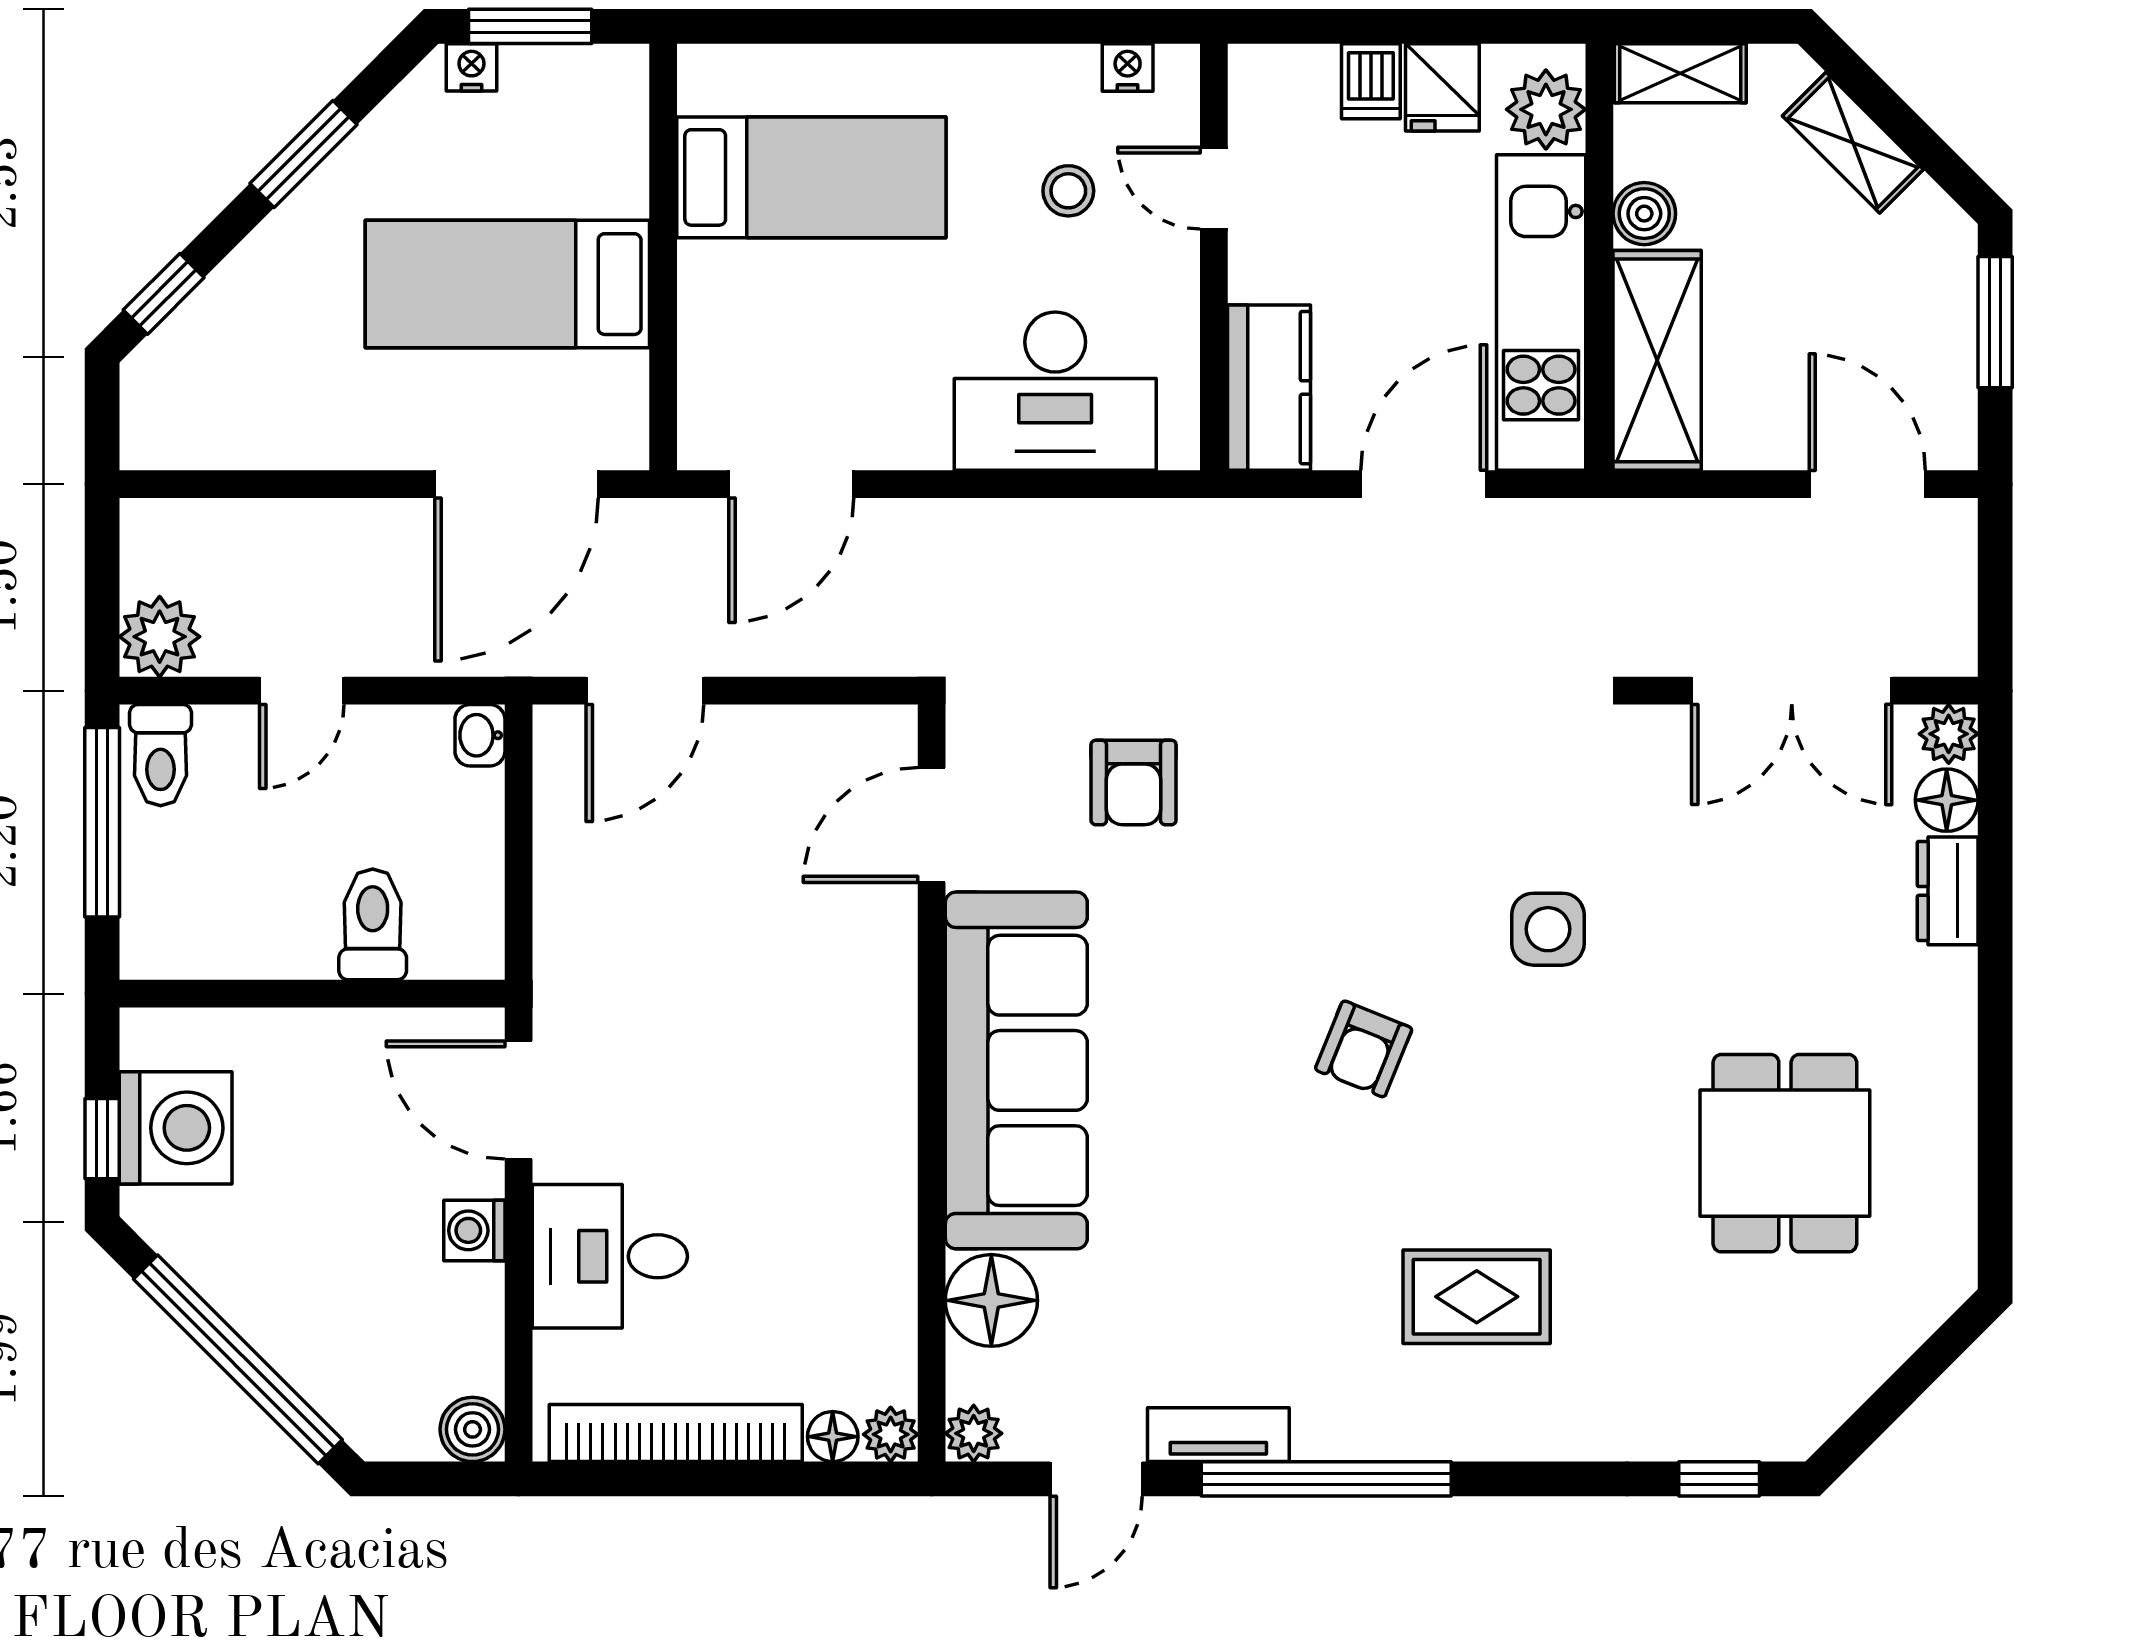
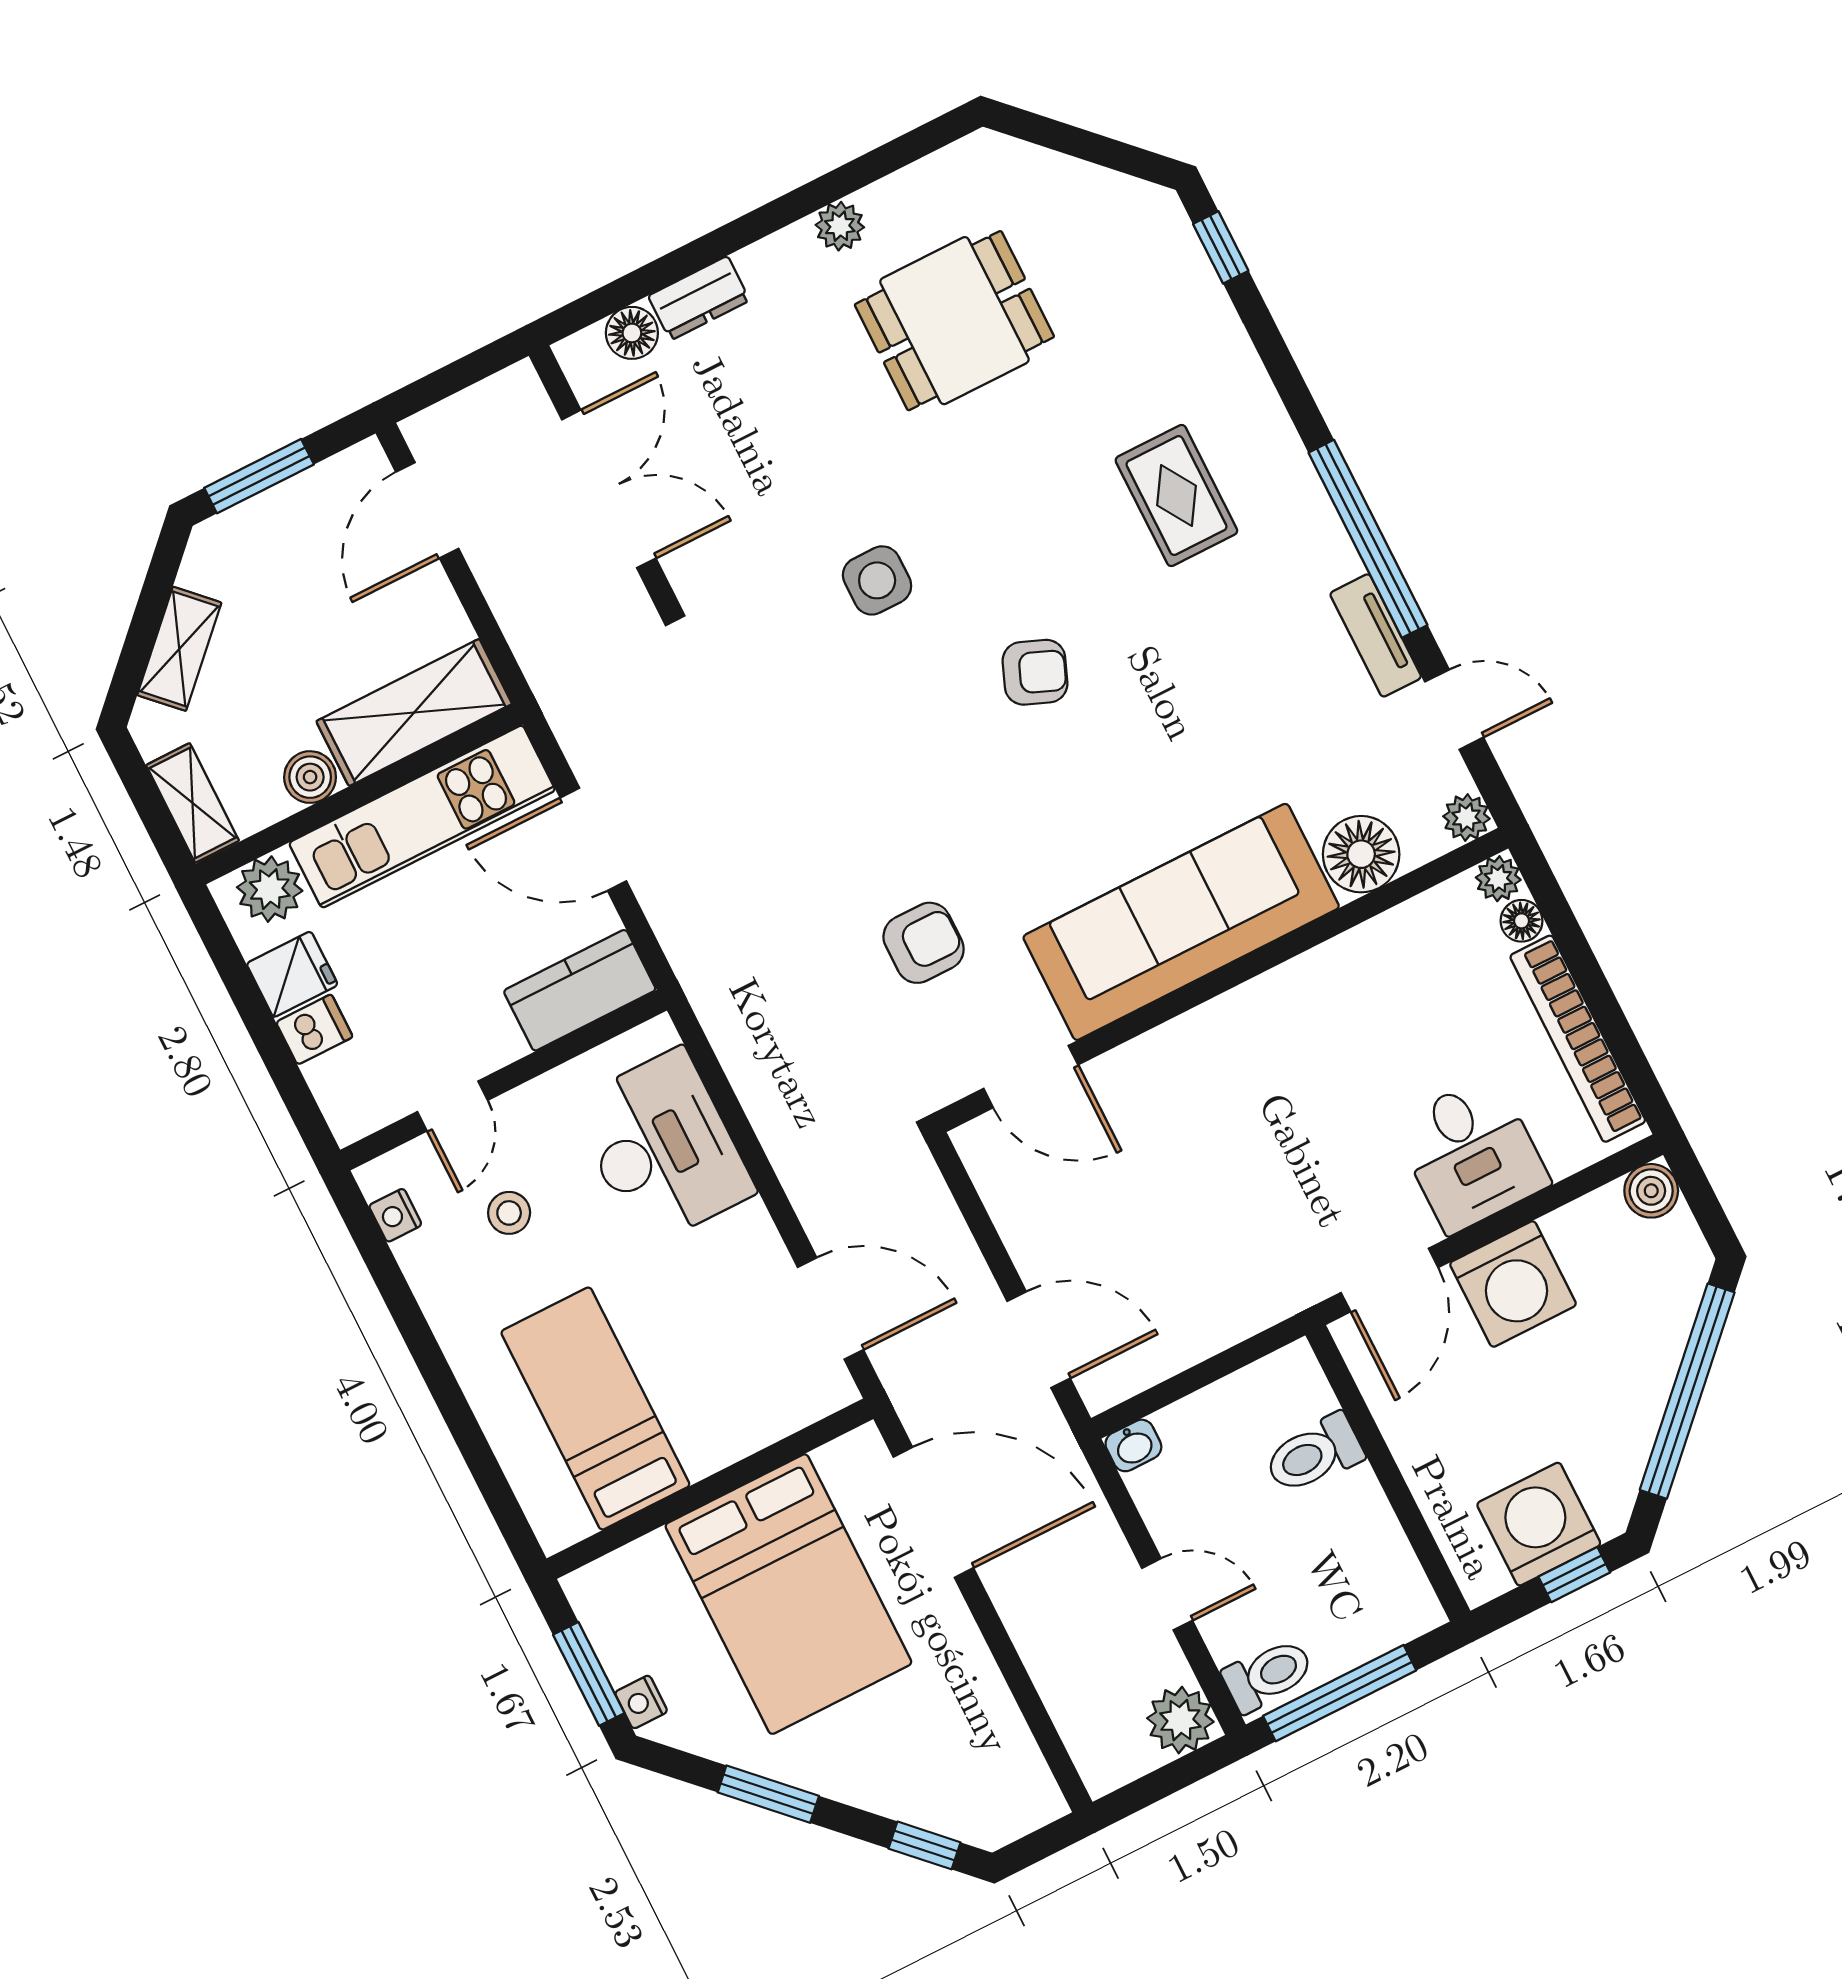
bed: (507, 284) -> (788, 1594), width x1.50
plant: (1949, 734) -> (840, 226), moved
washing machine: (474, 1230) -> (1513, 1284), width x1.89, depth x1.89

